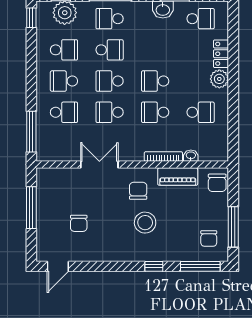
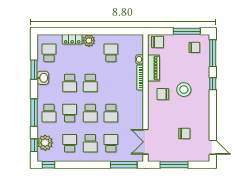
school desk: (155, 112) -> (70, 83), moved
double door: (99, 165) -> (145, 142), moved

